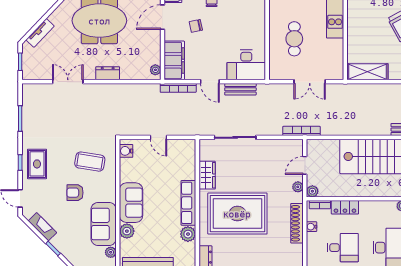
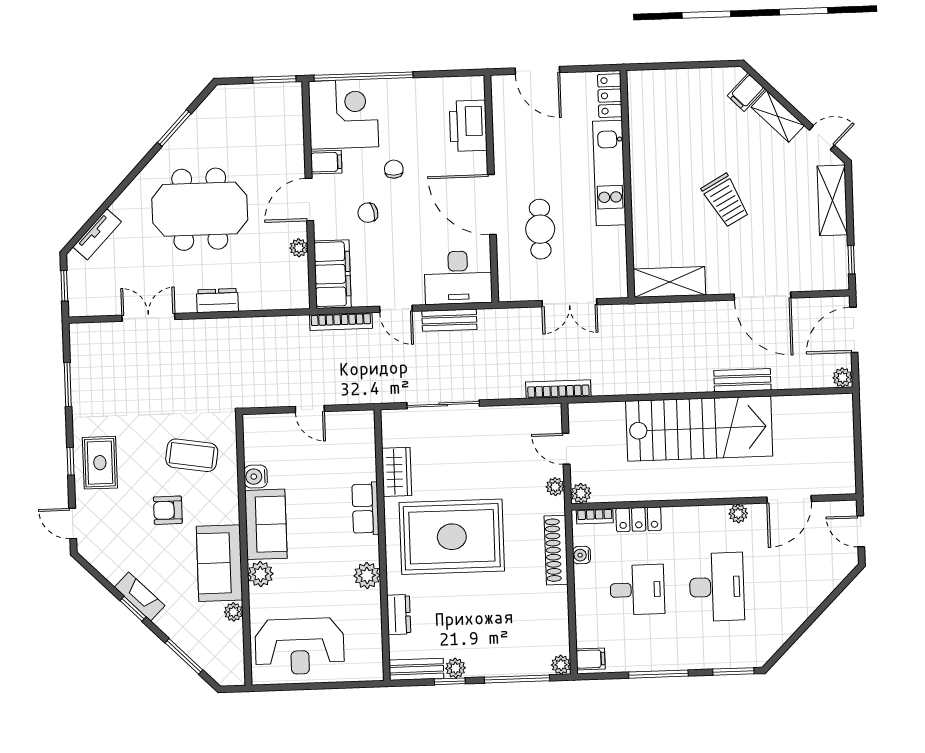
door: (267, 24) -> (492, 204), added
plant: (155, 70) -> (299, 248), moved
water cooler: (126, 151) -> (256, 477), moved
door: (305, 165) -> (566, 449), hinge flipped
row of seats: (188, 203) -> (365, 509), width x0.68
fireplace: (42, 227) -> (140, 596), moved

